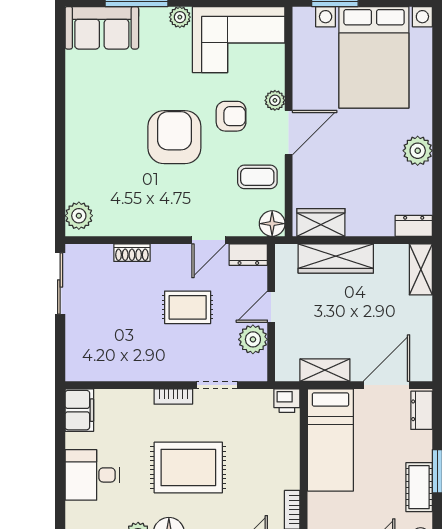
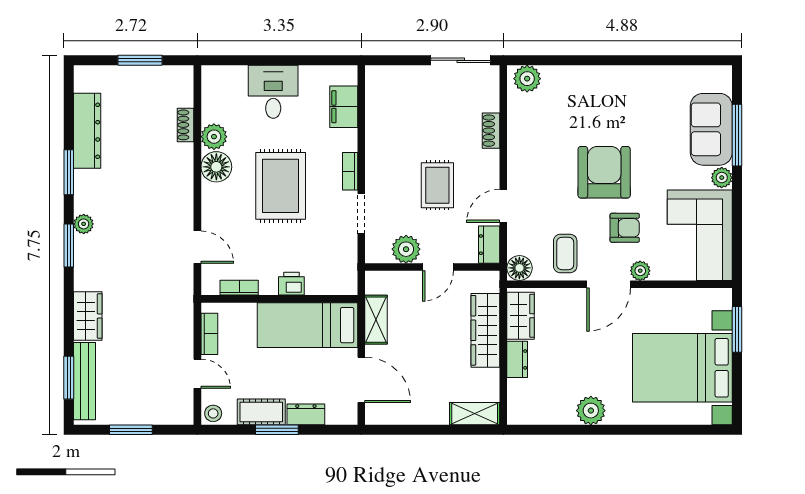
sofa: (102, 28) -> (711, 129), moved
armchair: (231, 116) -> (625, 228), turned -90
door: (289, 133) -> (609, 284), hinge flipped
armchair: (174, 137) -> (604, 172), turned -90
dresser: (414, 226) -> (517, 359), moved
door: (209, 240) -> (503, 206), hinge flipped
door: (271, 307) -> (438, 267), swing flipped
printer: (287, 401) -> (291, 284), moved, turned 90
filing cabinet: (79, 410) -> (344, 107), moved, turned 90
dresser: (422, 410) -> (306, 414), moved

